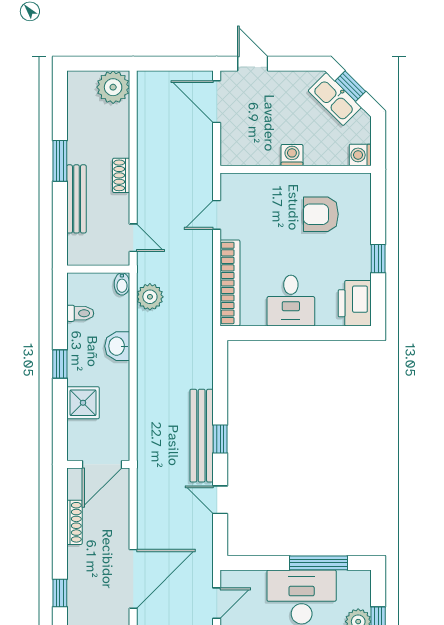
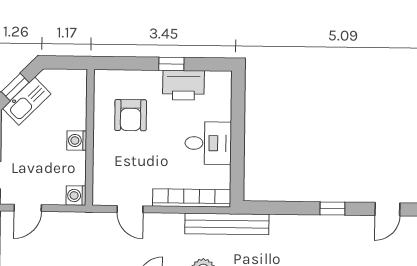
door: (217, 102) -> (28, 208), width x0.73
washing machine: (360, 155) -> (76, 196), moved, turned 90
printer: (355, 303) -> (183, 85), moved
bench: (202, 436) -> (227, 224), moved

